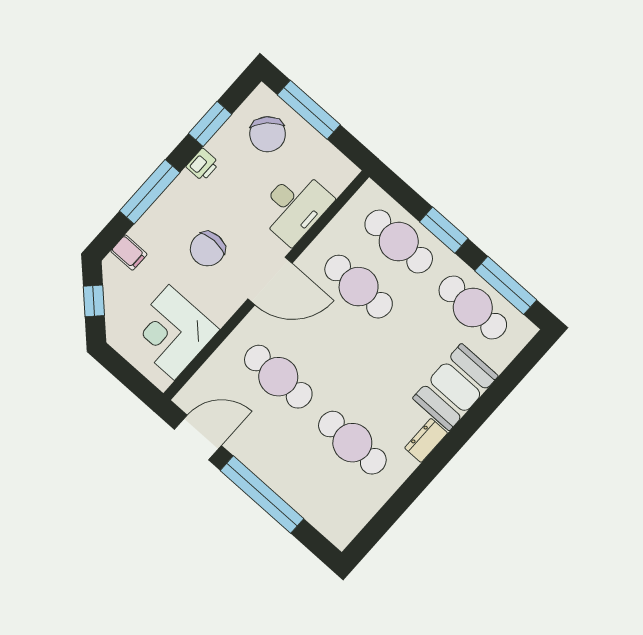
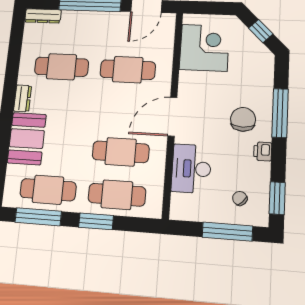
window: (210, 124) -> (277, 198), moved
chair: (268, 134) -> (240, 198), width x0.54, depth x0.54
chair: (207, 249) -> (243, 119), moved
filing cabinet: (129, 253) -> (263, 71), removed
dresser: (328, 526) -> (43, 16), added

